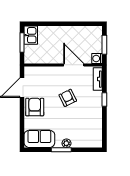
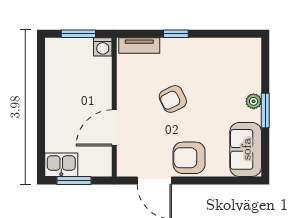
door: (74, 65) -> (114, 128), moved

